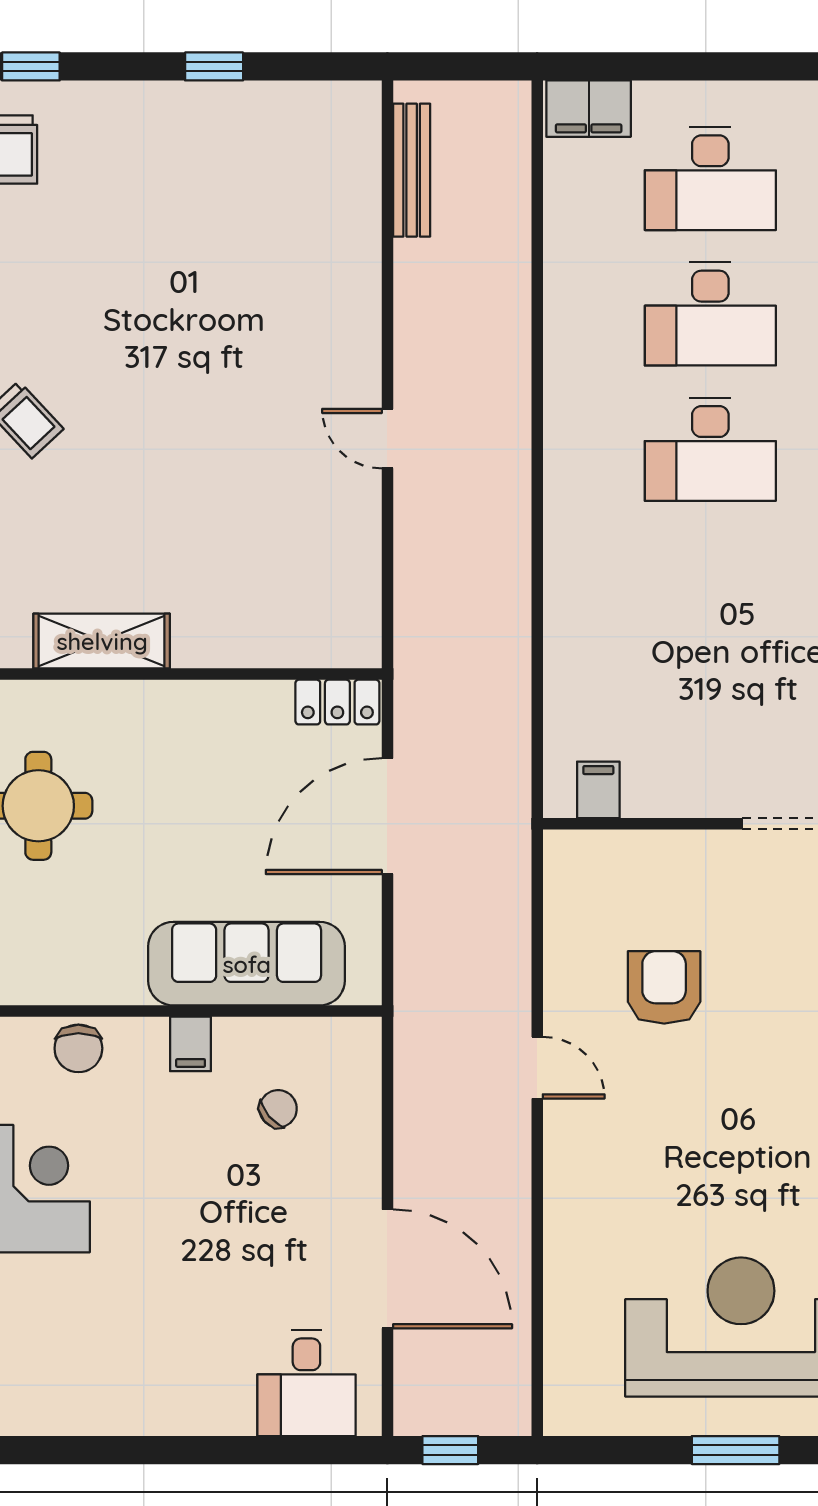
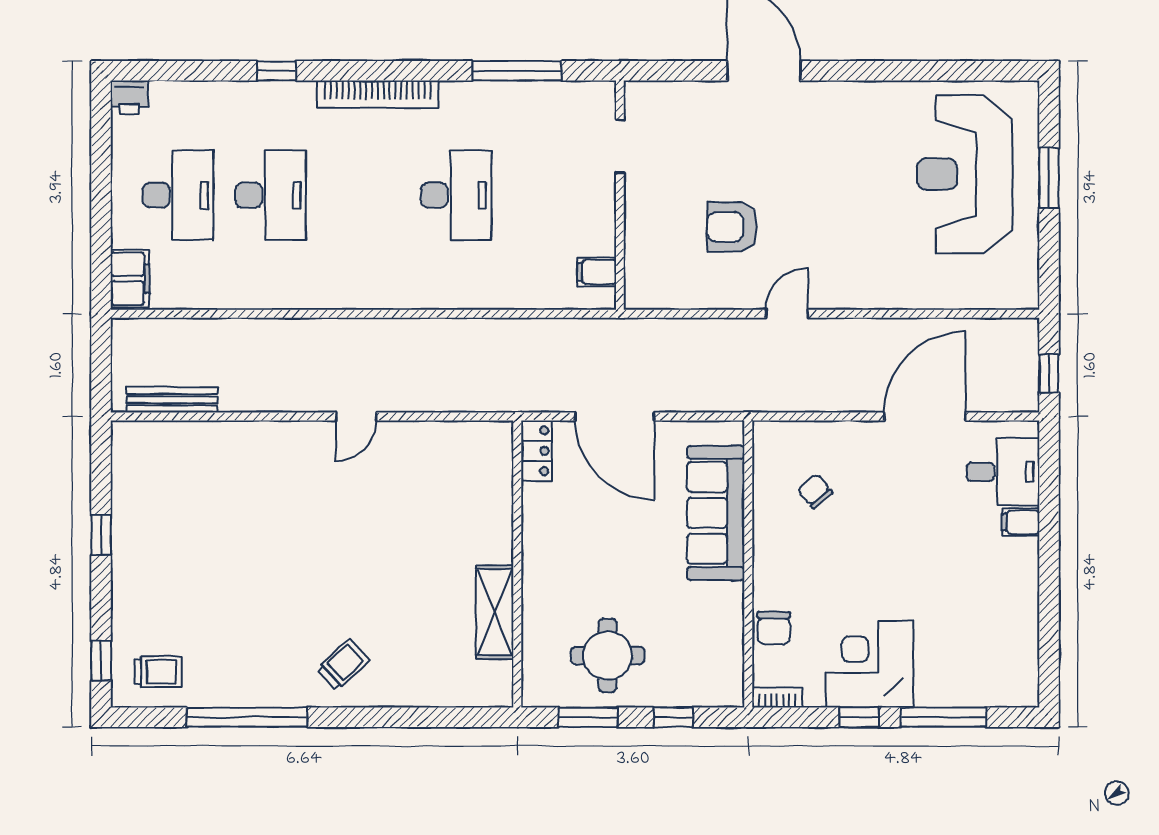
desk: (710, 449) -> (456, 195), moved
filing cabinet: (191, 1044) -> (1021, 522), moved, turned 180
chair: (78, 1048) -> (774, 628), turned 90

